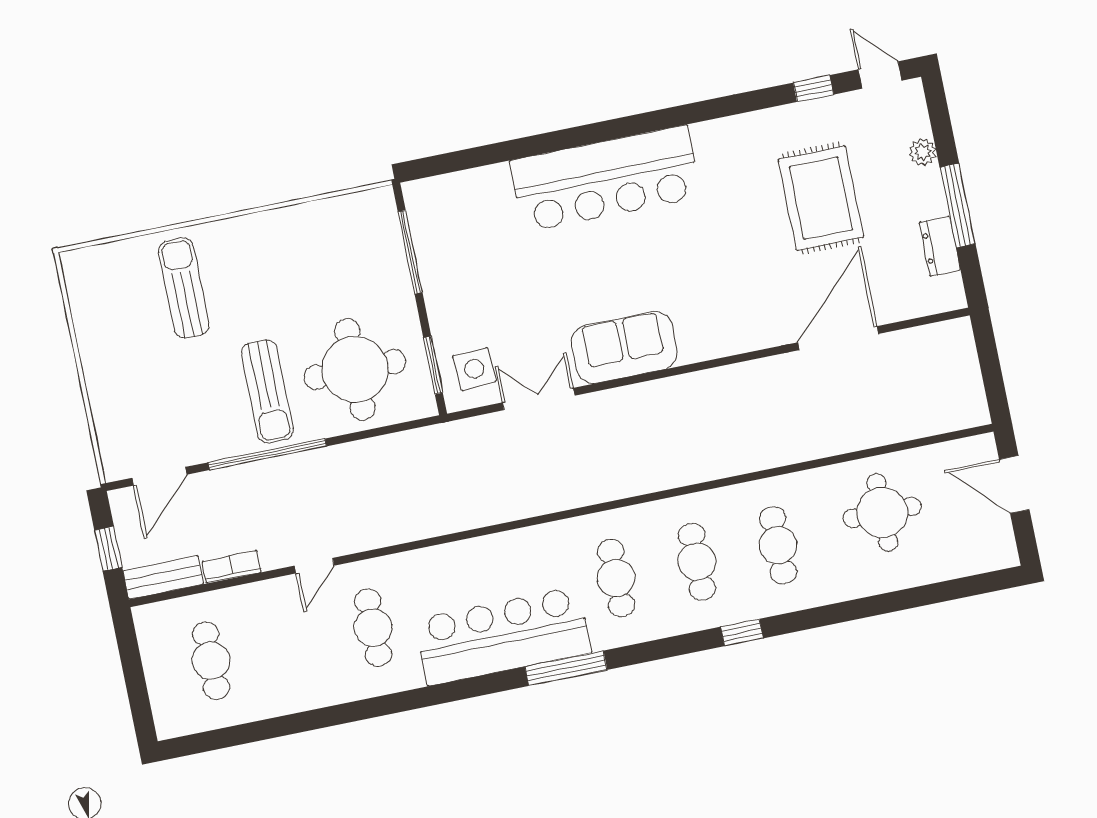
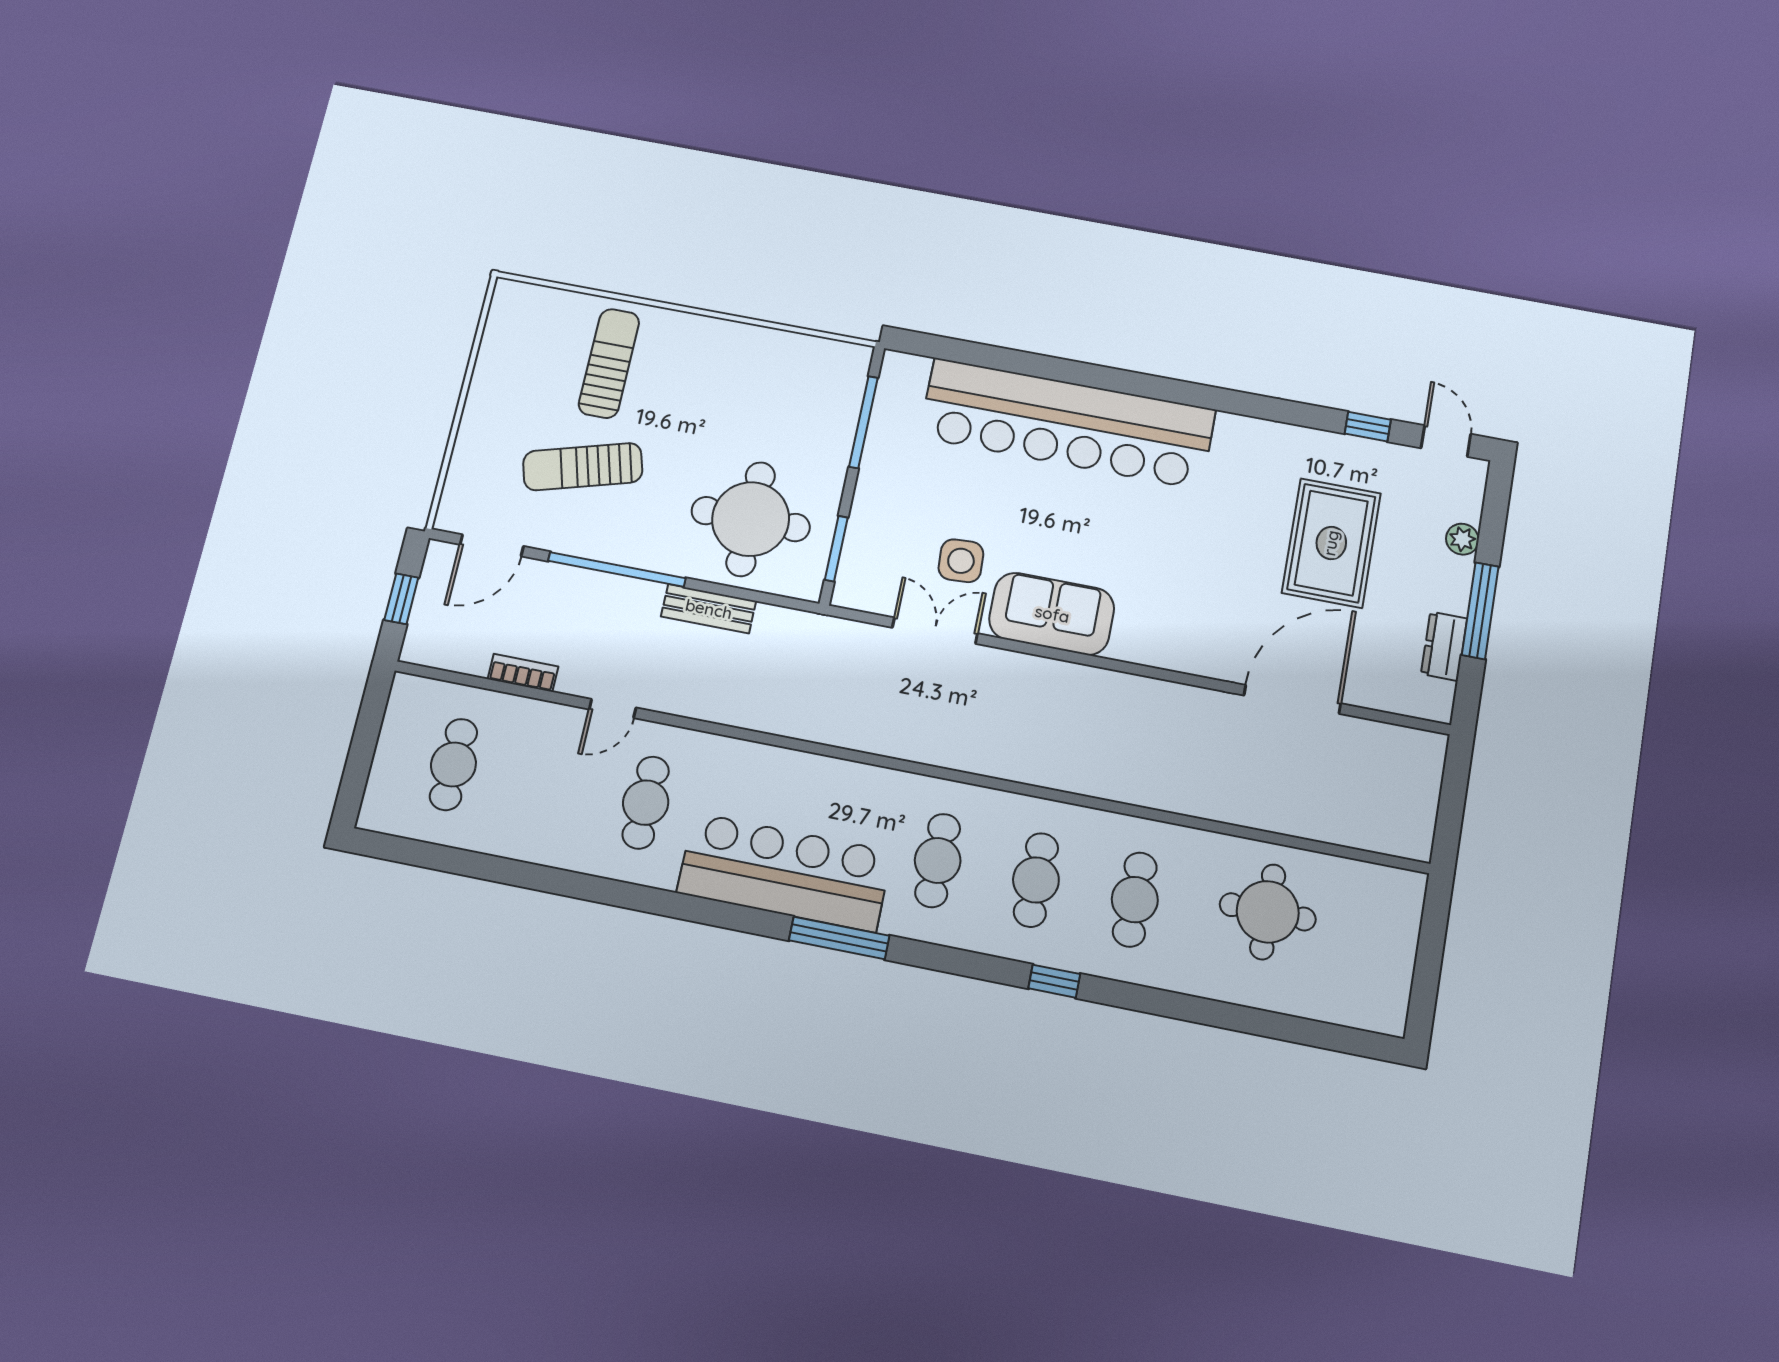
bar counter: (606, 179) -> (1067, 423), width x1.36
side table: (474, 369) -> (961, 561), moved
sun lounger: (267, 391) -> (583, 467), moved, turned 74
door: (1014, 484) -> (1431, 943), removed
bench: (163, 577) -> (709, 609), moved

